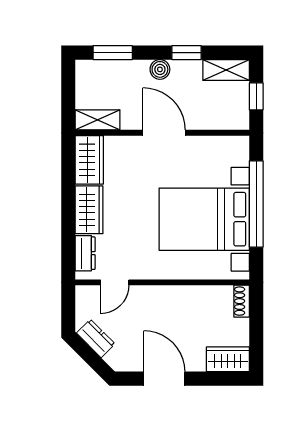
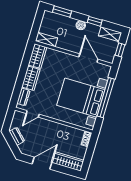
door: (164, 133) -> (88, 58), moved
wardrobe: (228, 359) -> (68, 161), width x1.50
door: (164, 379) -> (42, 163), hinge flipped

